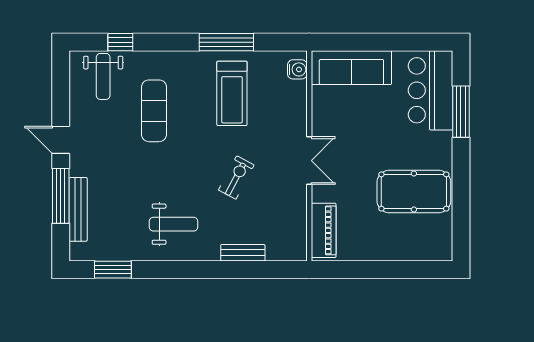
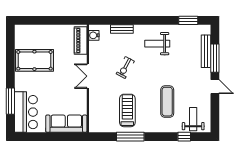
water cooler: (297, 69) -> (94, 35), moved

